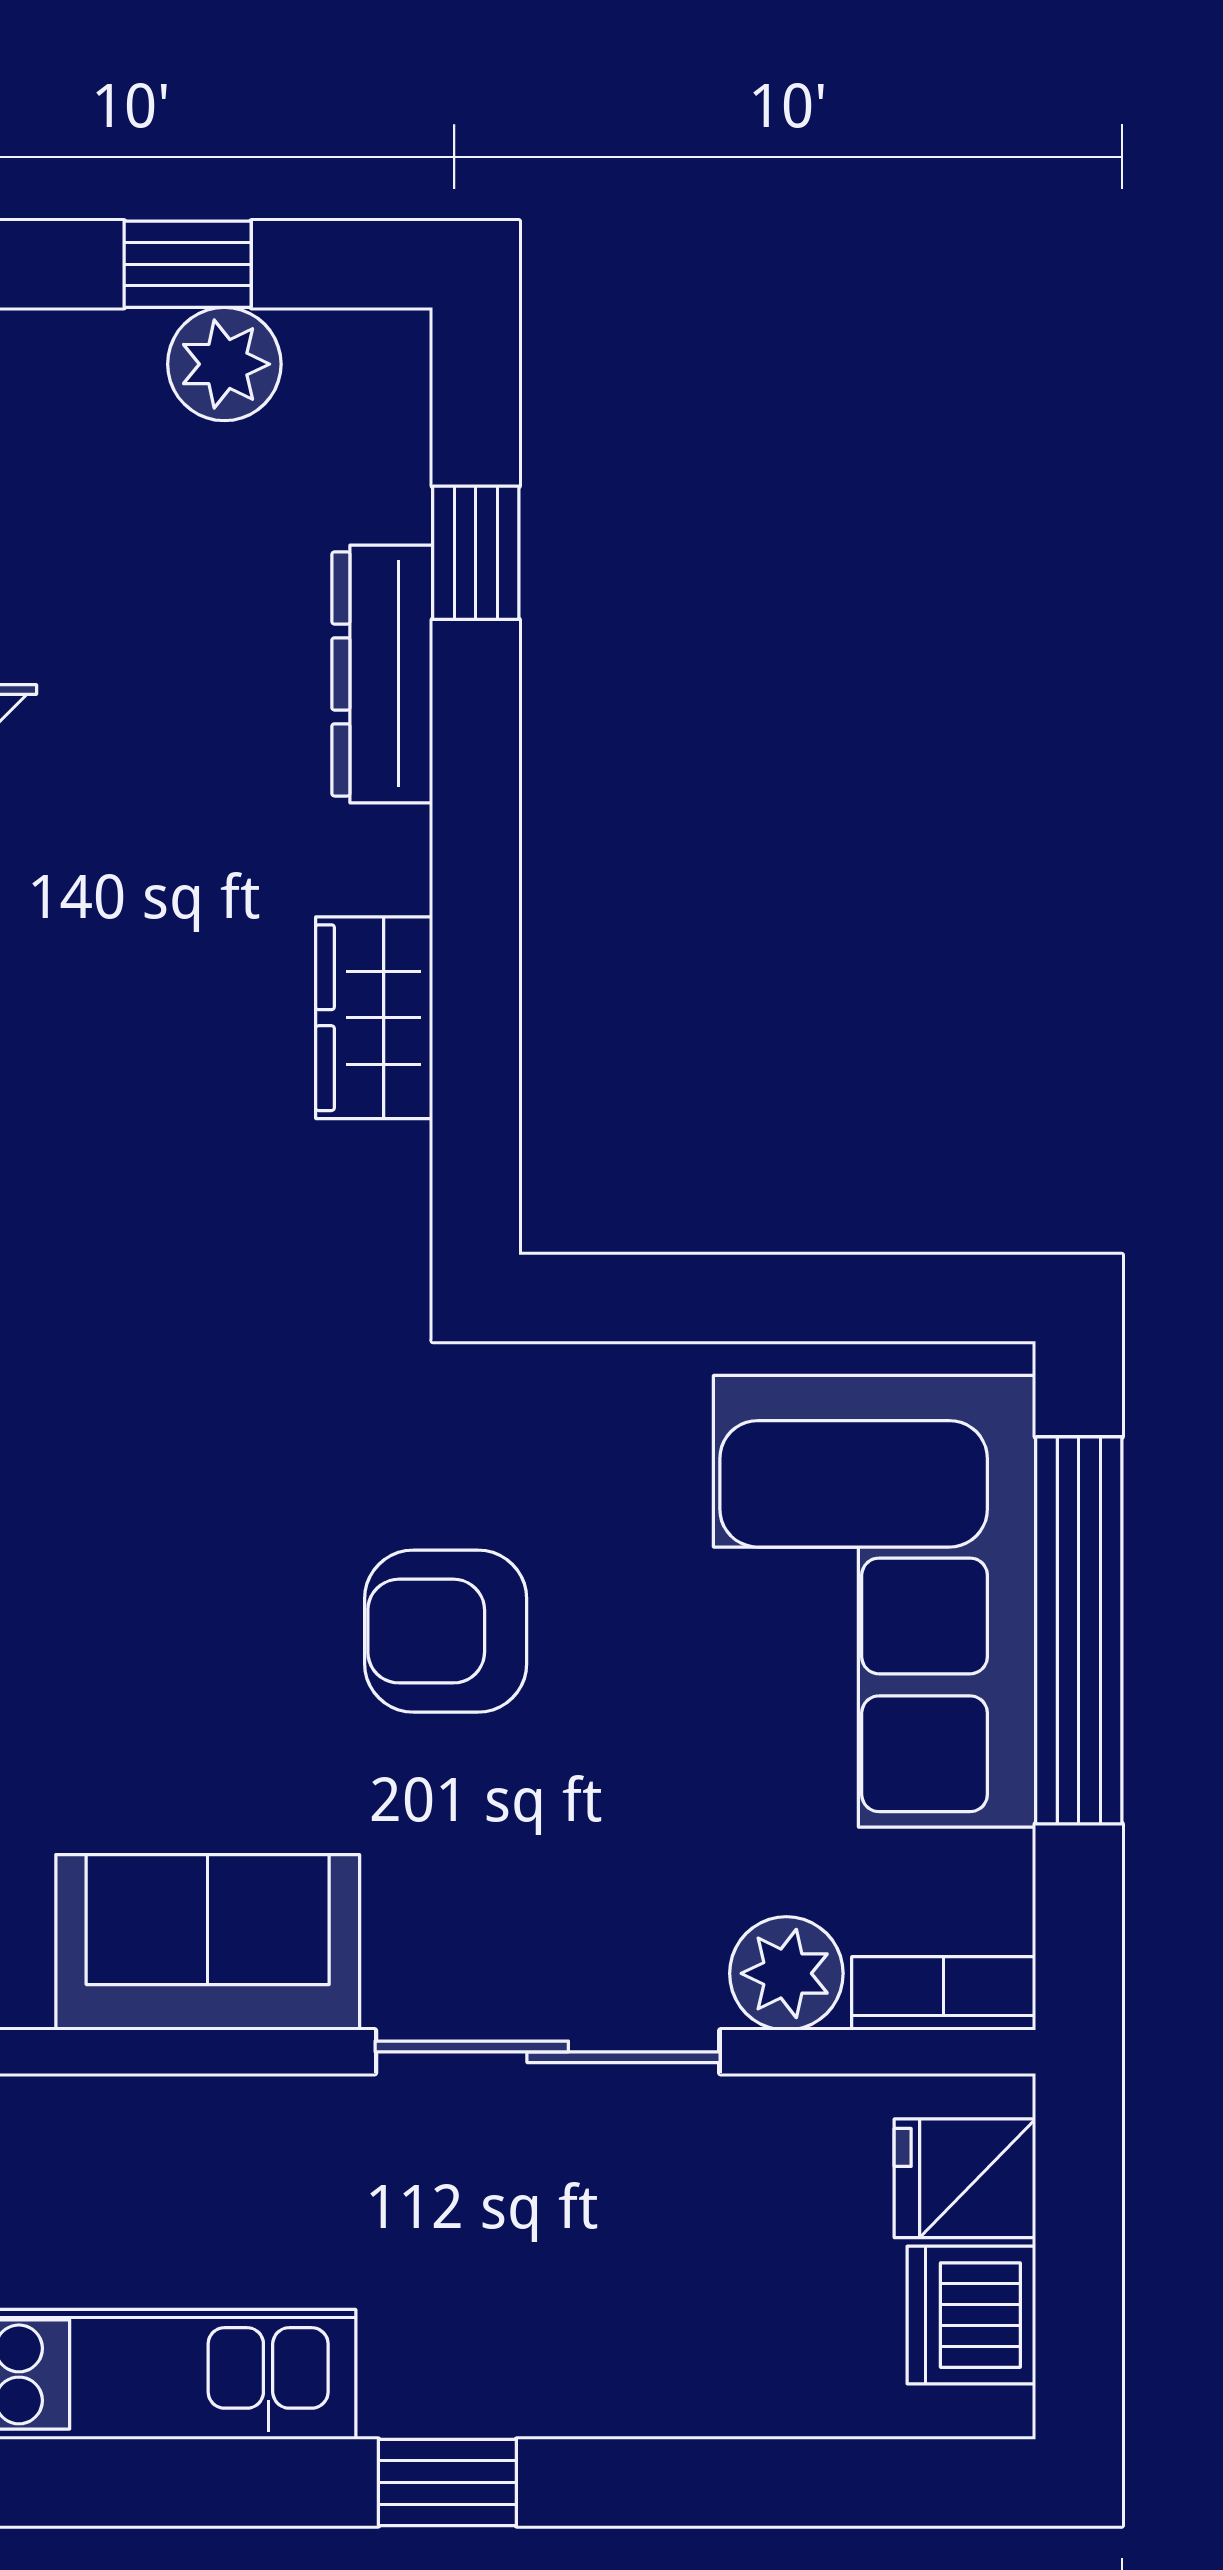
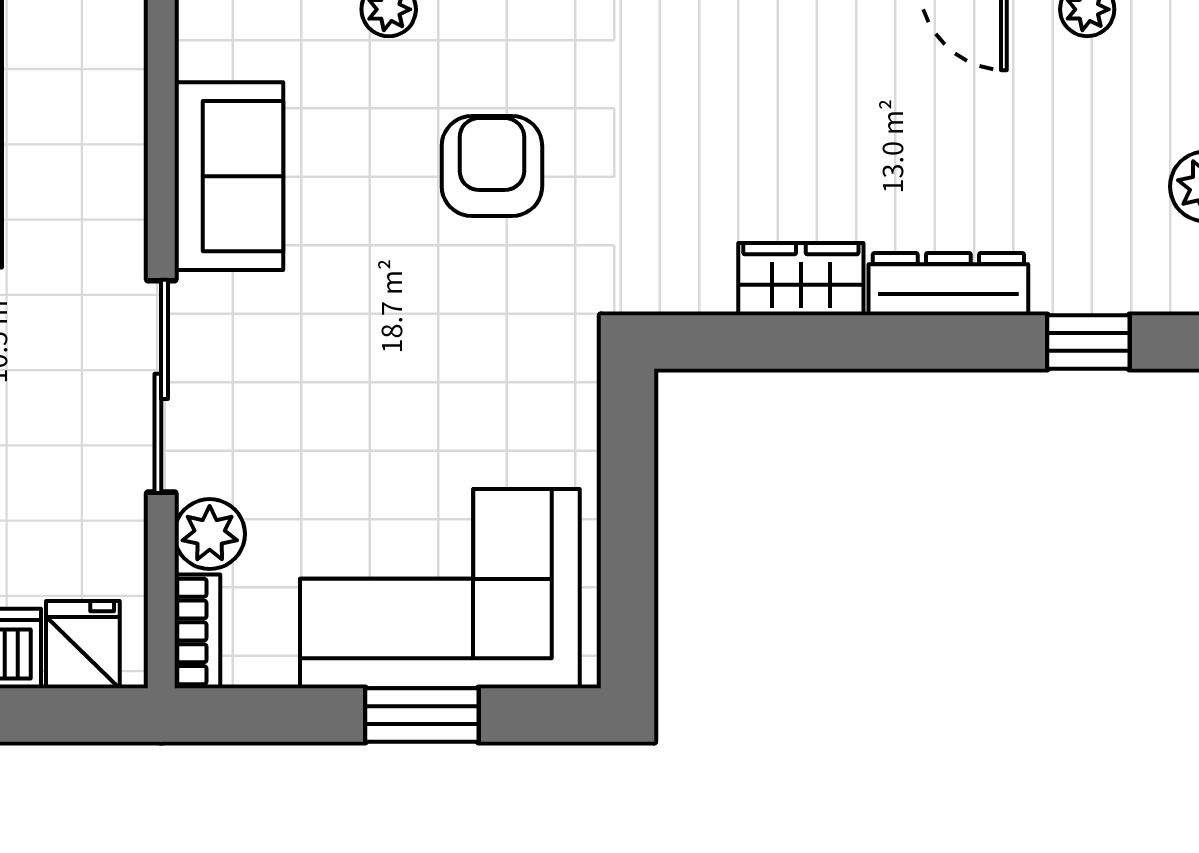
dresser: (382, 674) -> (948, 284), moved
window: (1079, 1630) -> (422, 715), width x0.47
armchair: (446, 1631) -> (492, 166), moved

